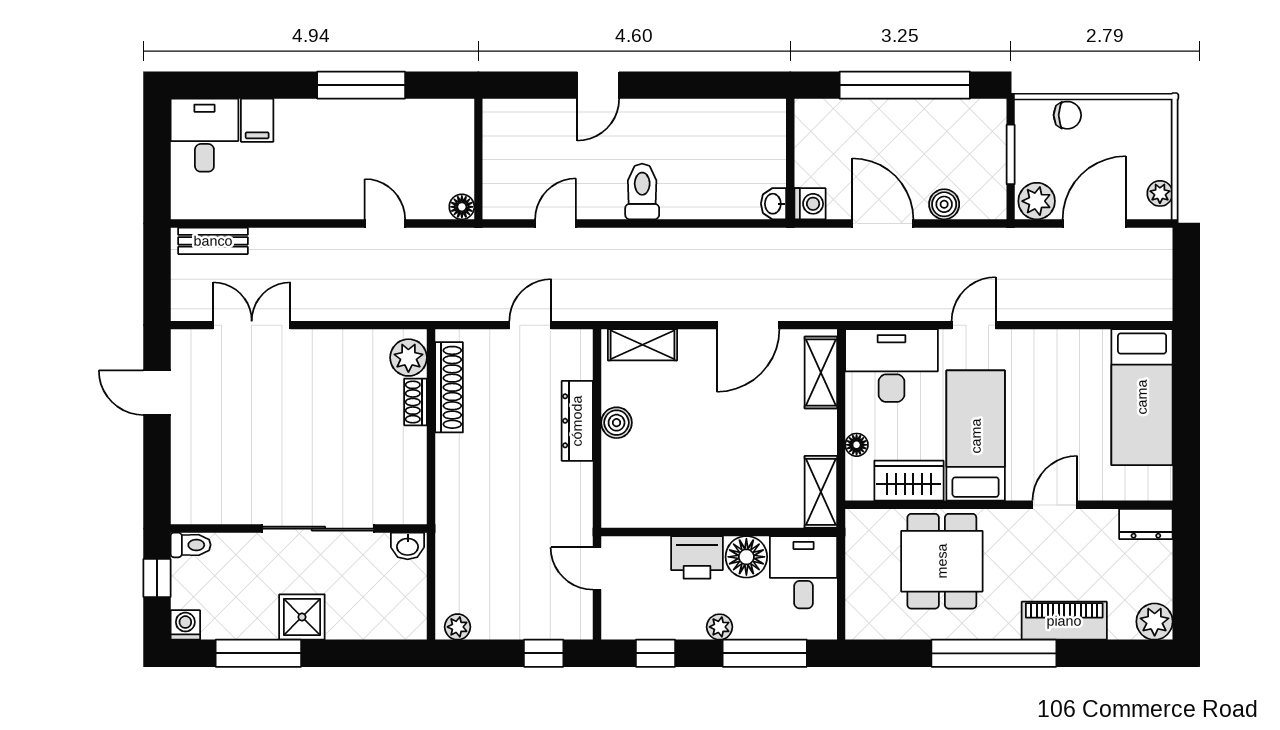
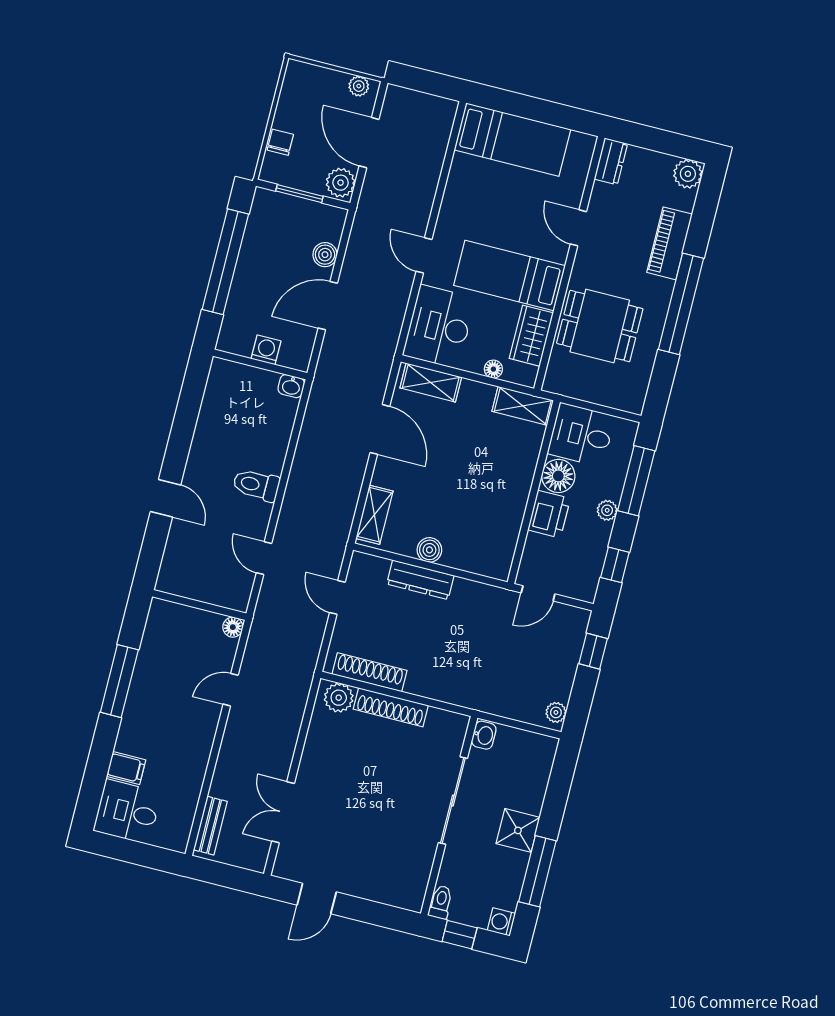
washing machine: (810, 204) -> (266, 350), moved
shoe rack: (416, 402) -> (391, 707), width x1.94, depth x1.24

